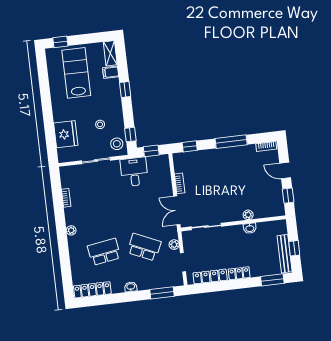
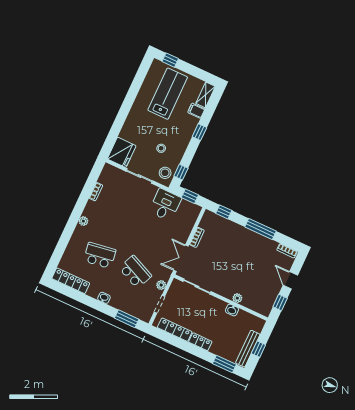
fridge: (66, 134) -> (122, 152), moved

